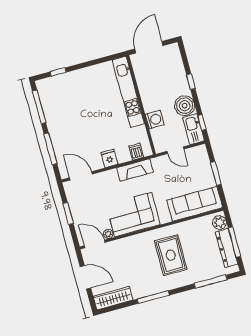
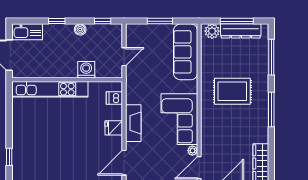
boiler: (185, 106) -> (80, 29), width x0.54, depth x0.54
kitchen sink: (193, 129) -> (27, 32), moved
fireplace: (135, 170) -> (133, 123), moved
window: (153, 297) -> (271, 109), moved

